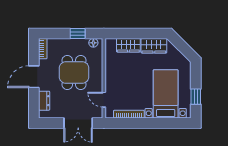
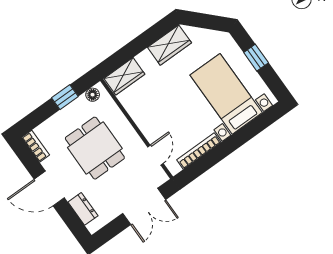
wardrobe: (128, 45) -> (124, 76), moved
door: (34, 77) -> (49, 189), hinge flipped
window: (196, 97) -> (256, 58), moved
door: (104, 100) -> (155, 155), swing flipped

